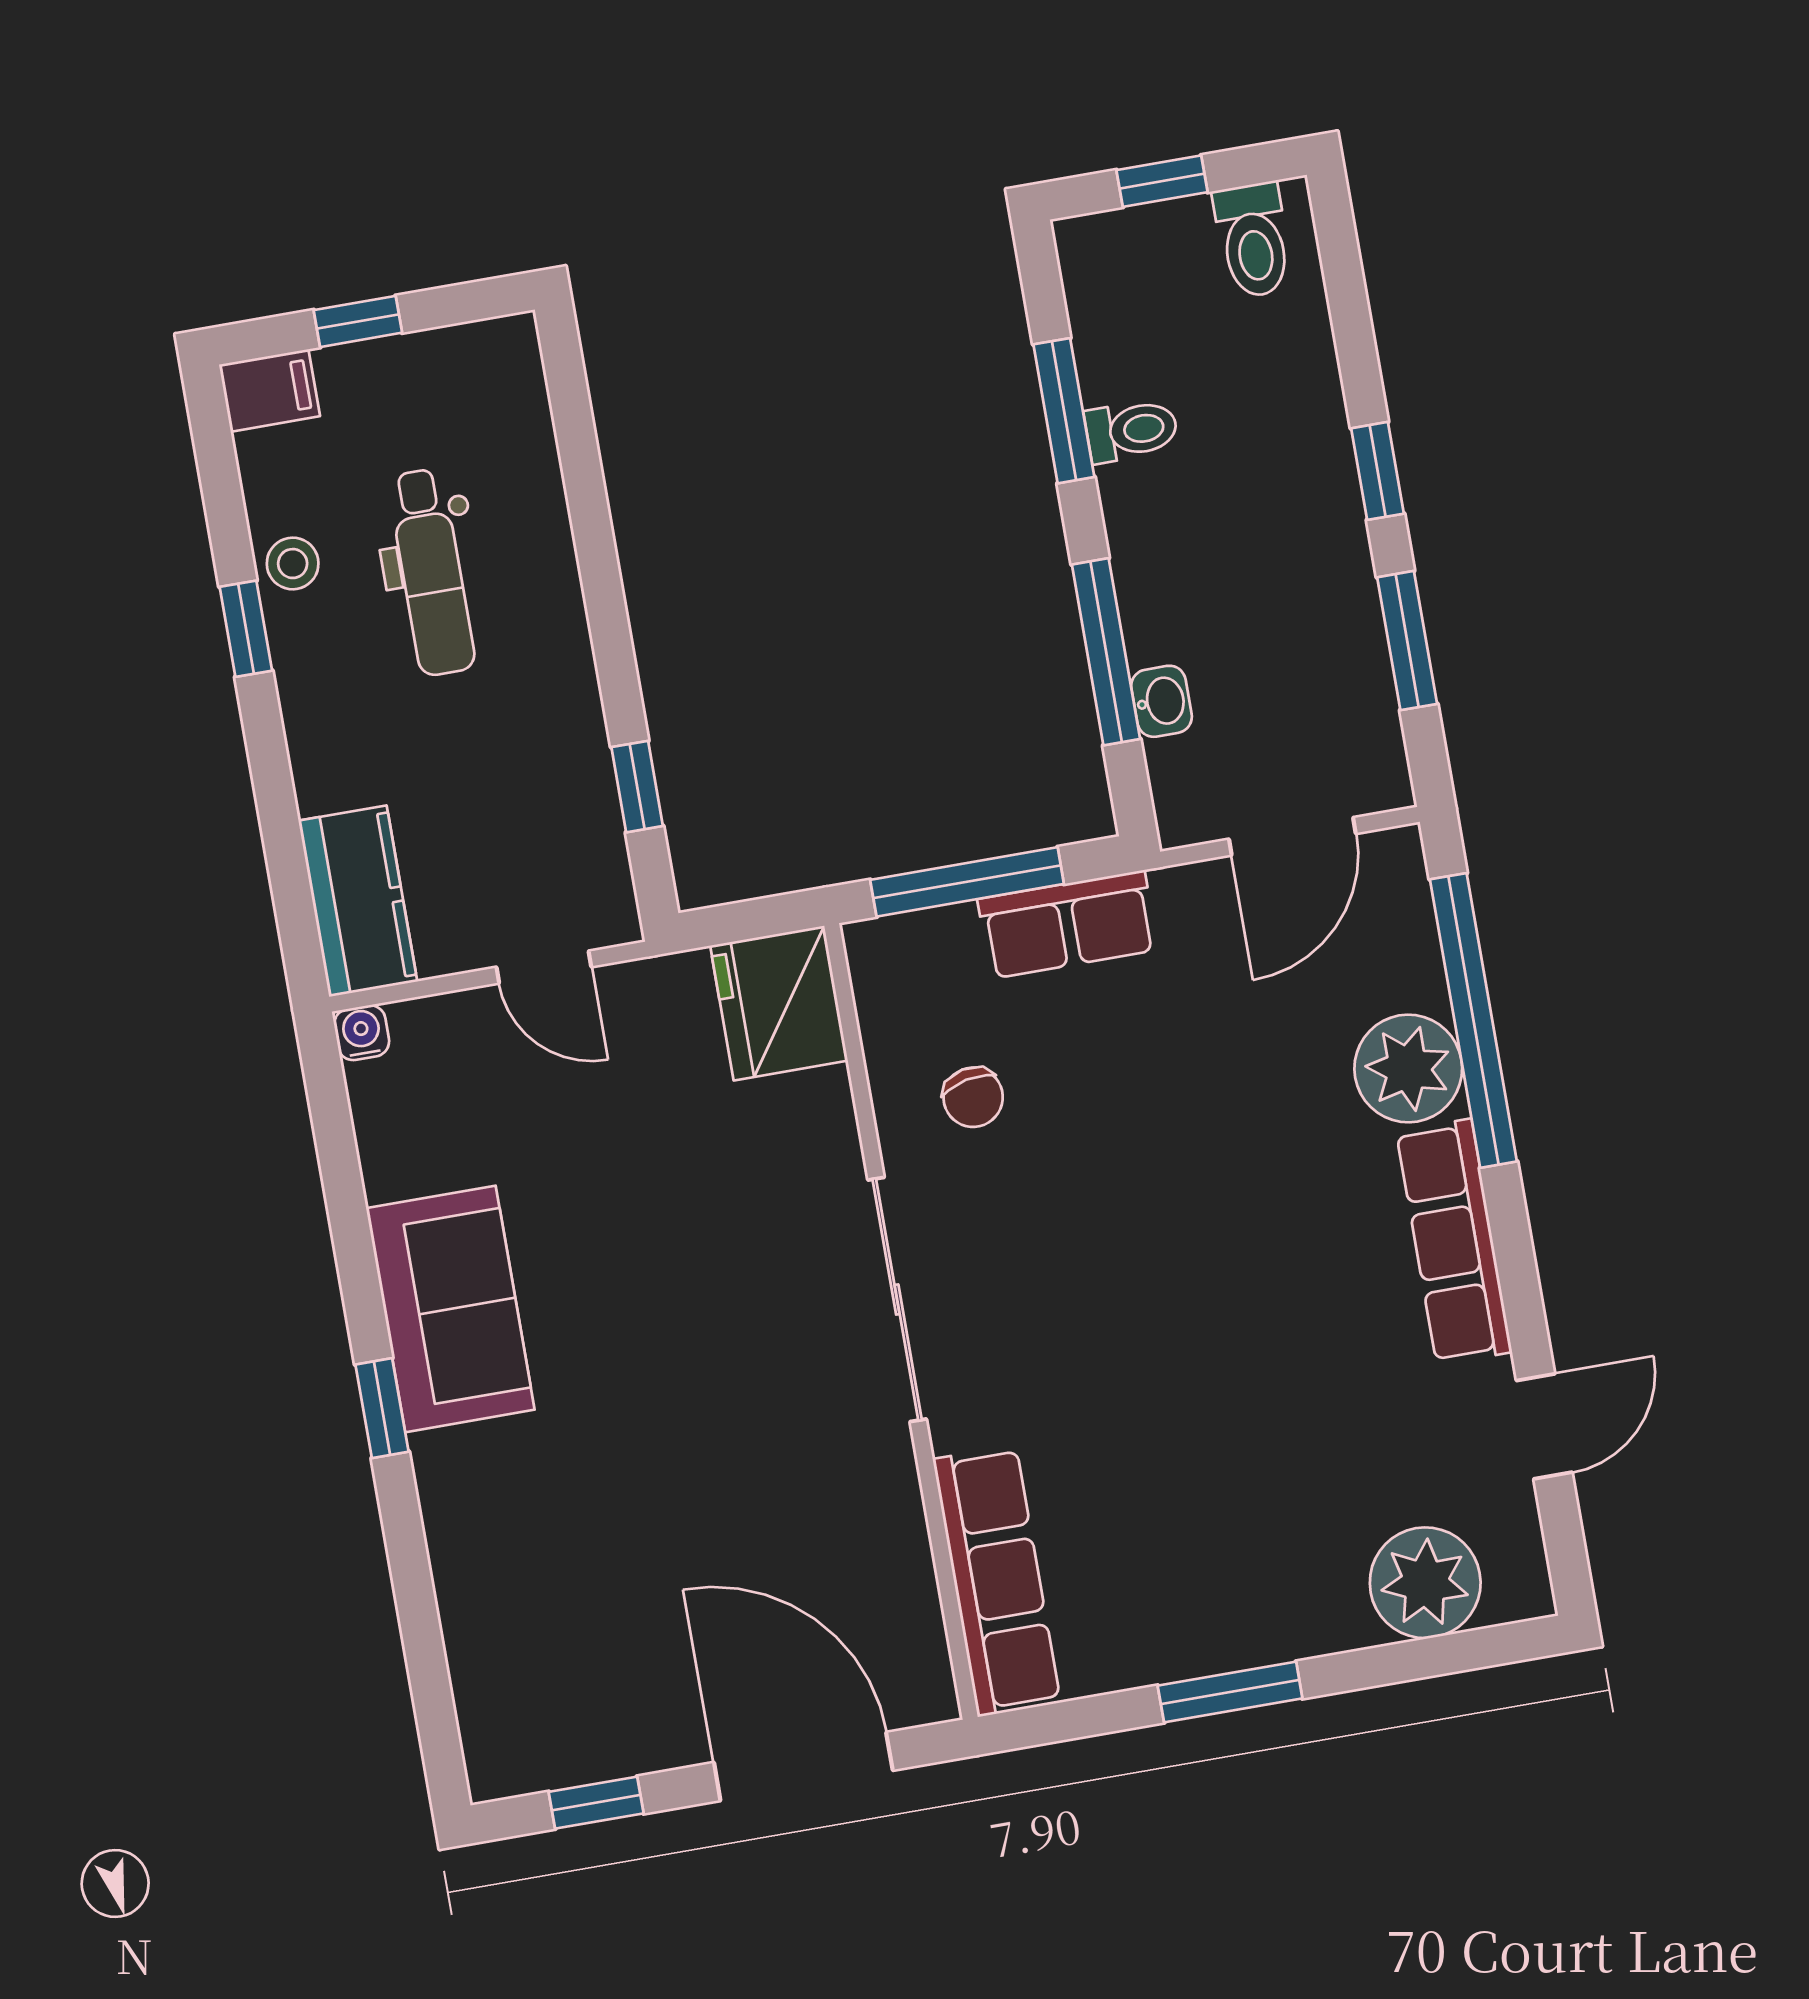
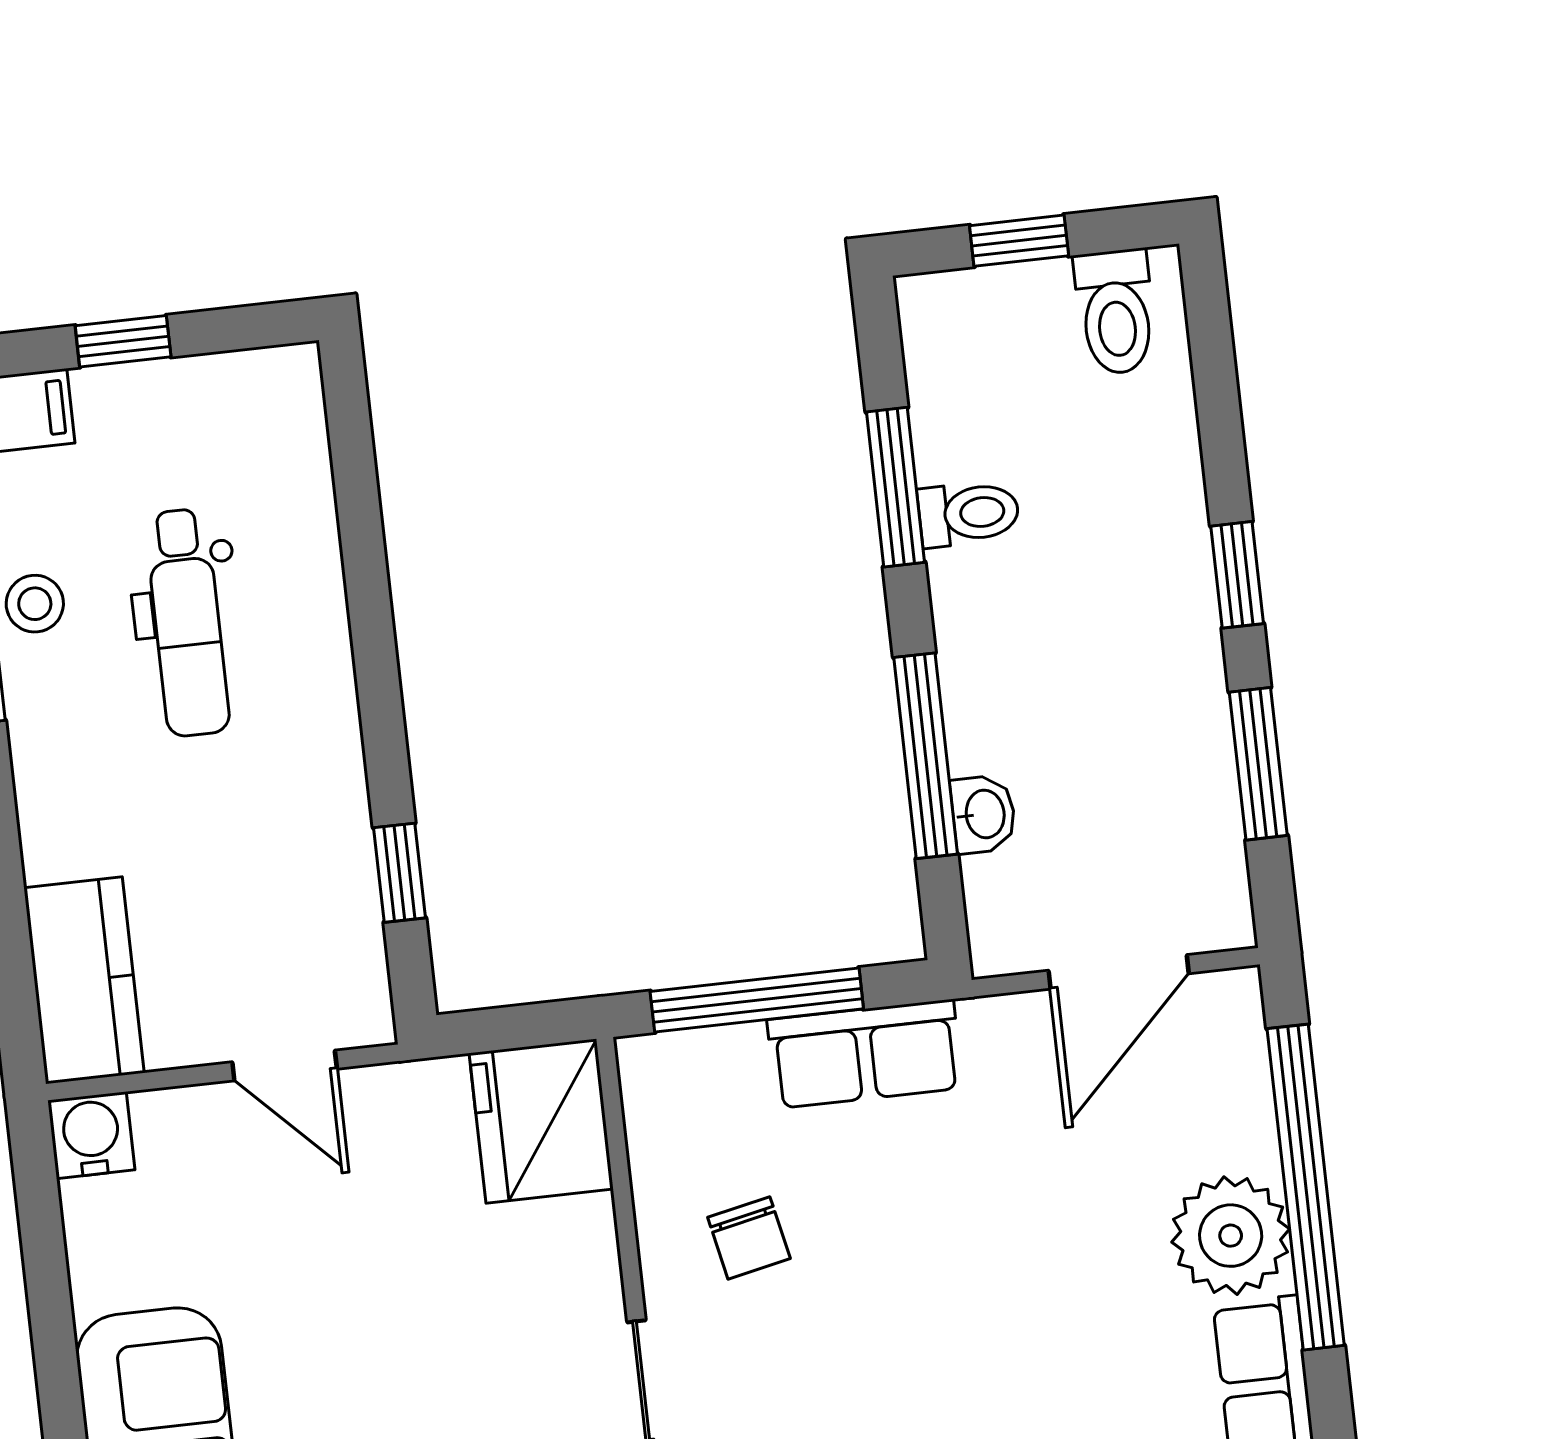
water cooler: (362, 1033) -> (91, 1135), width x1.38, depth x1.38

